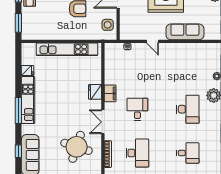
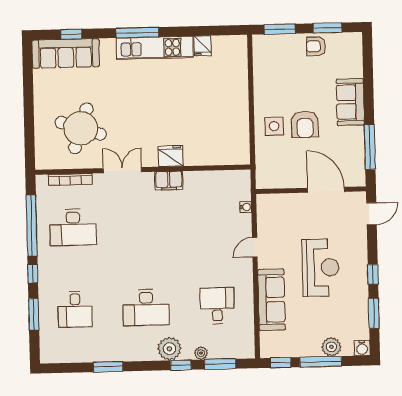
side table: (108, 25) -> (274, 126), moved
kitchen unit: (67, 49) -> (239, 109), removed
desk: (137, 109) -> (217, 306), moved, turned -90

